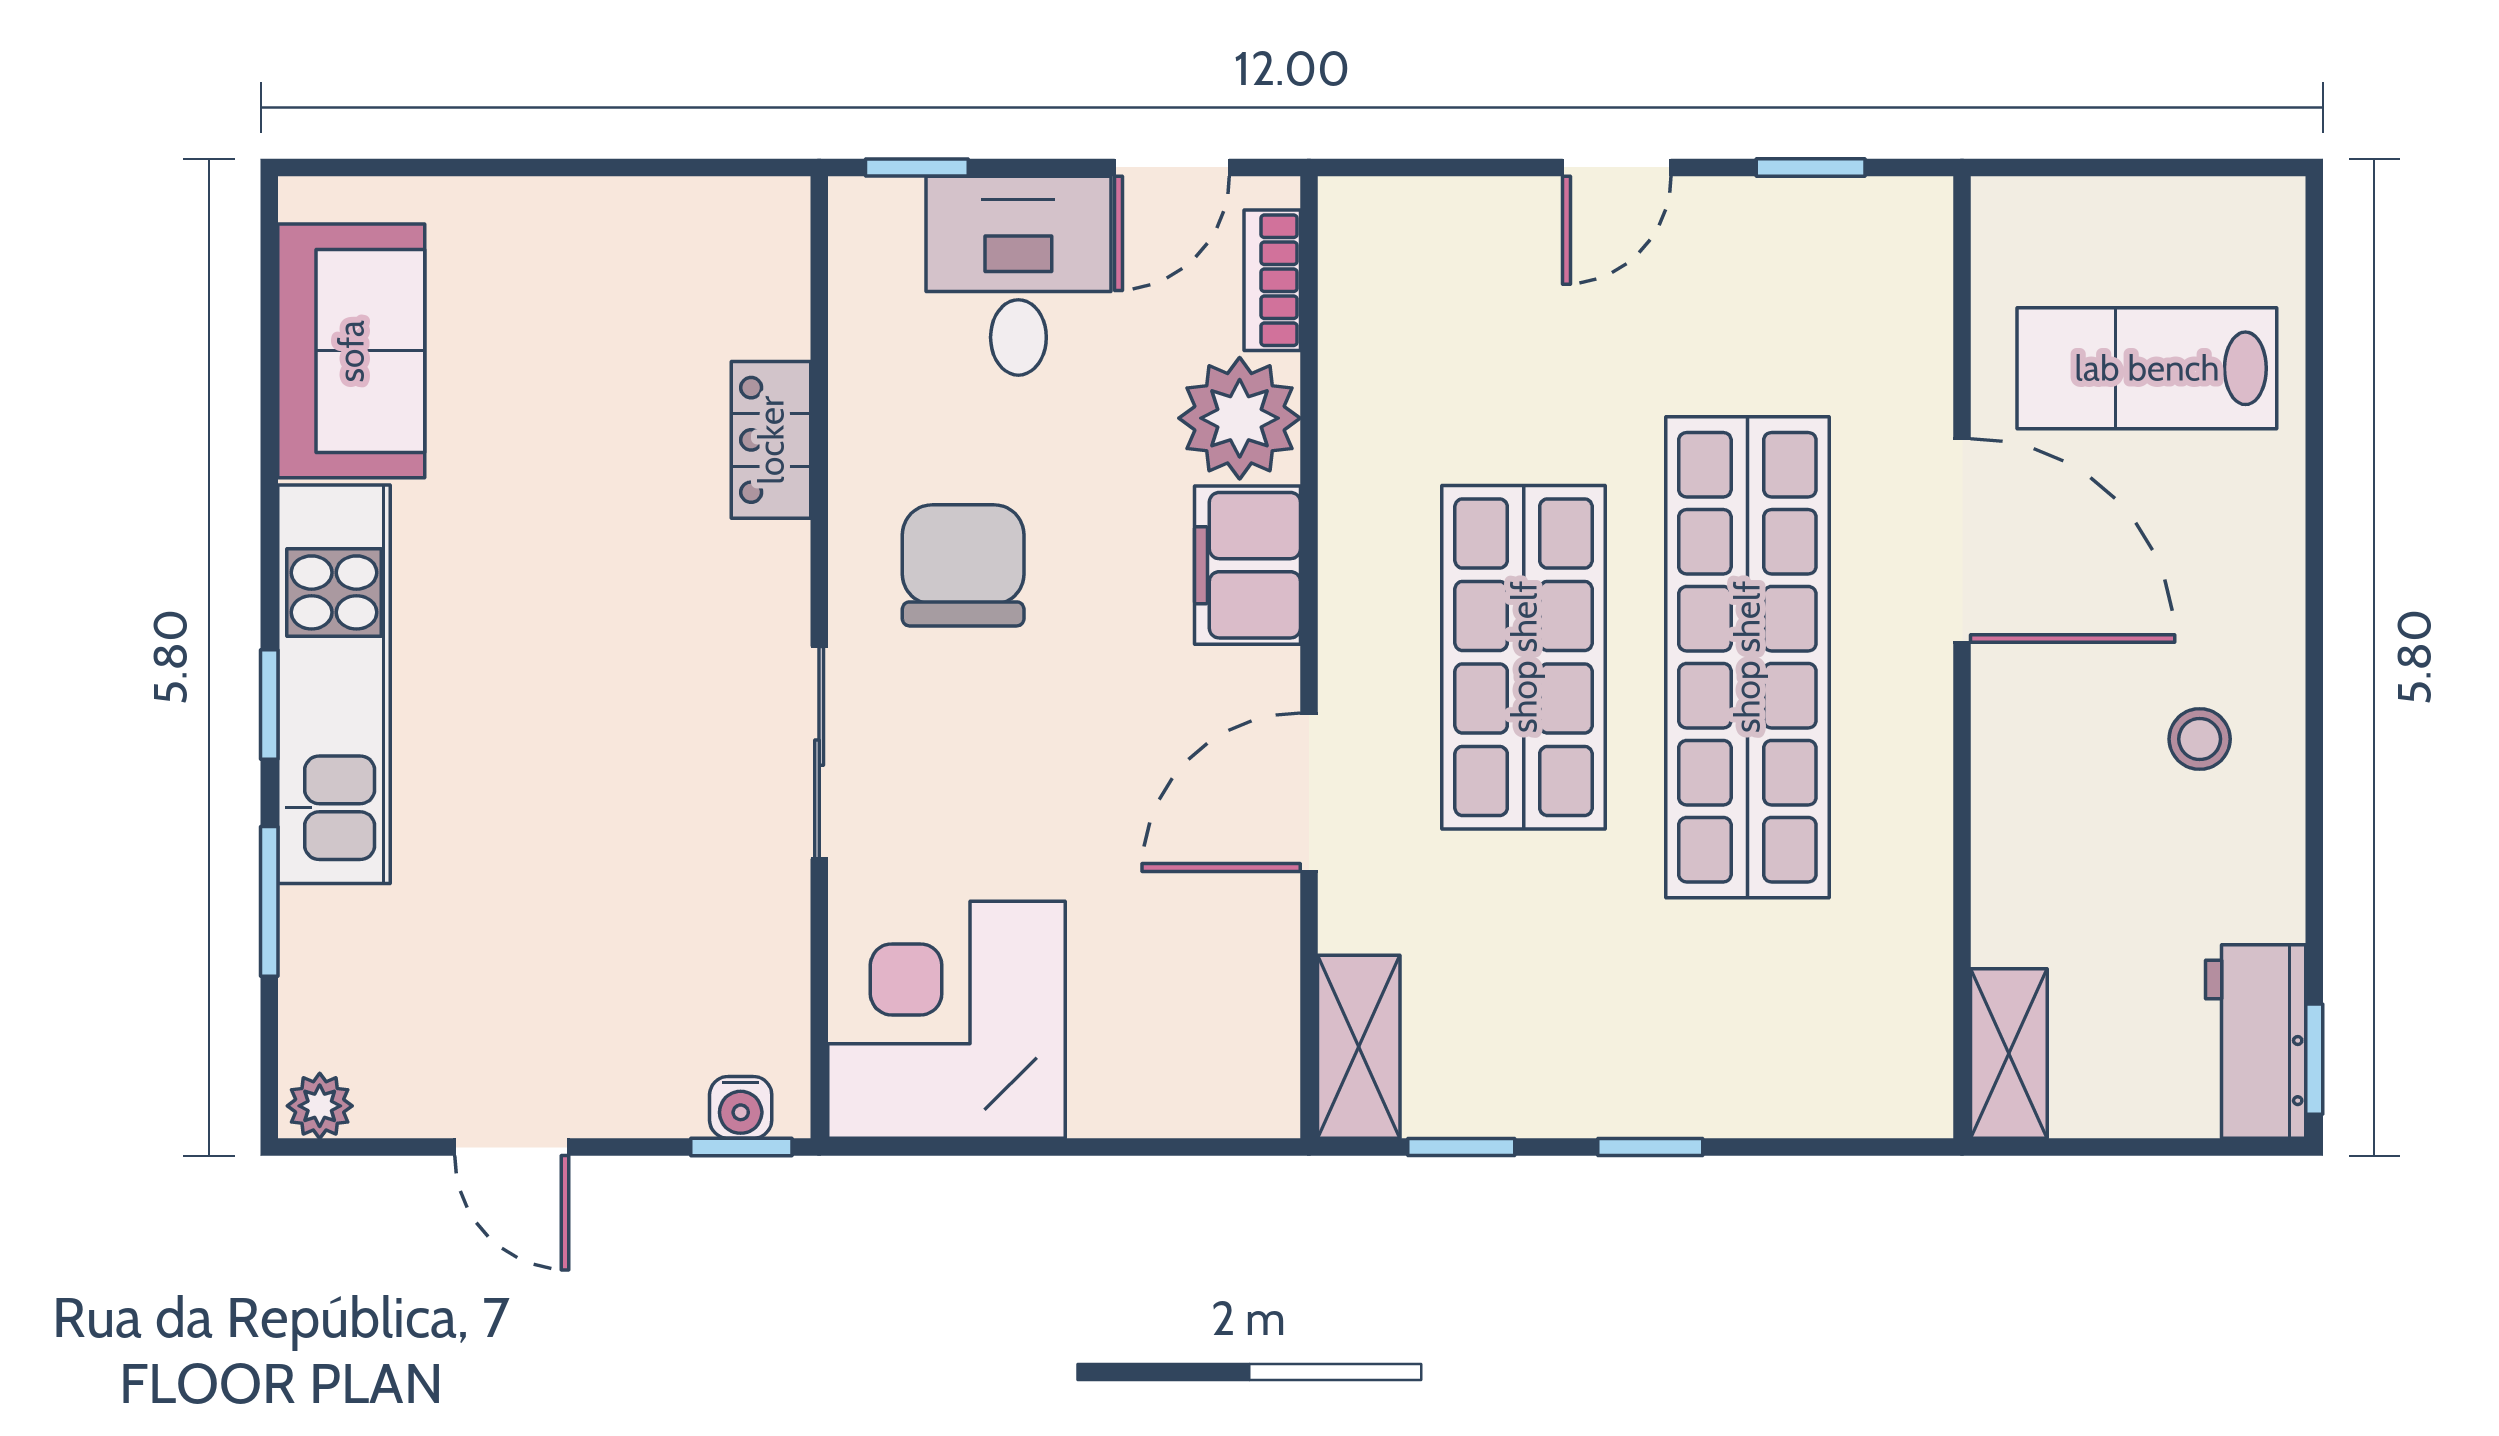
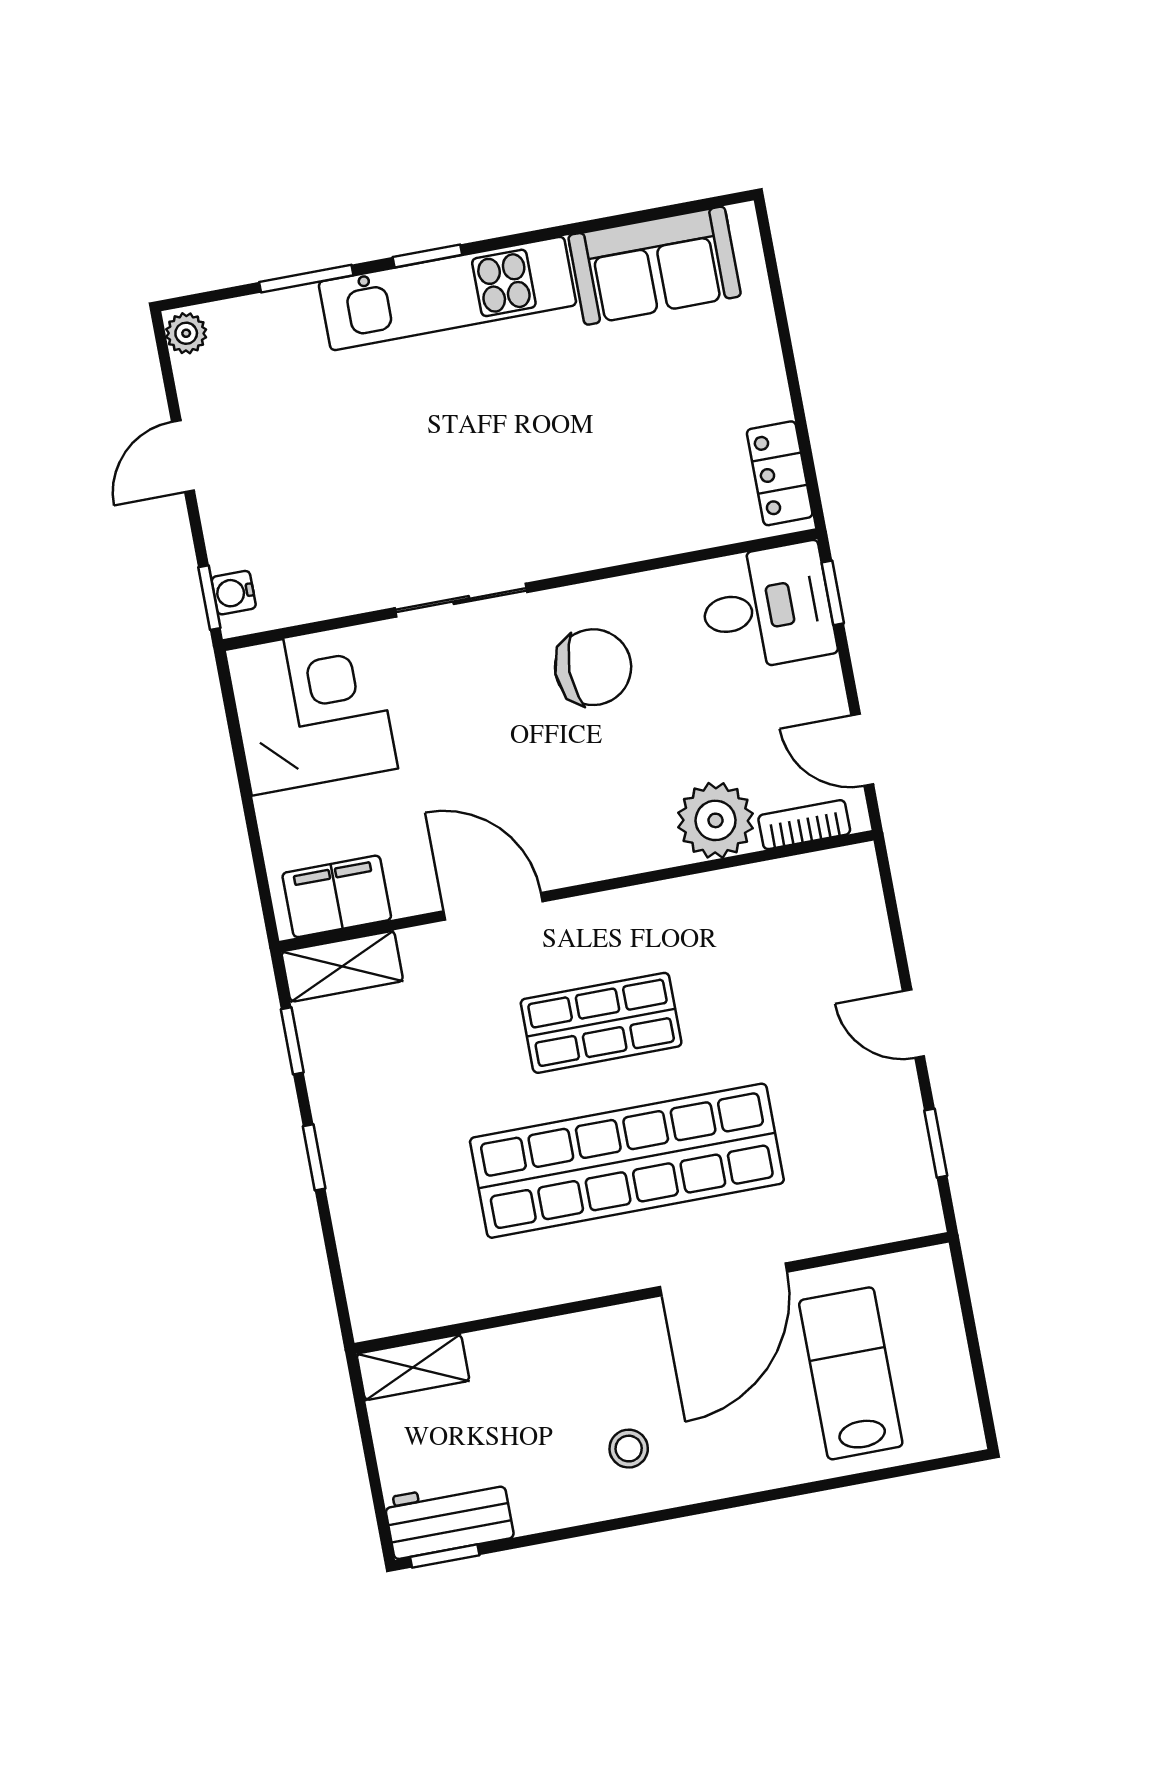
desk: (1018, 276) -> (767, 607), moved
locker: (771, 440) -> (780, 473), moved, turned -90
filing cabinet: (1248, 565) -> (337, 896), moved
shop shelf: (1524, 657) -> (601, 1023), width x0.70, depth x0.74

